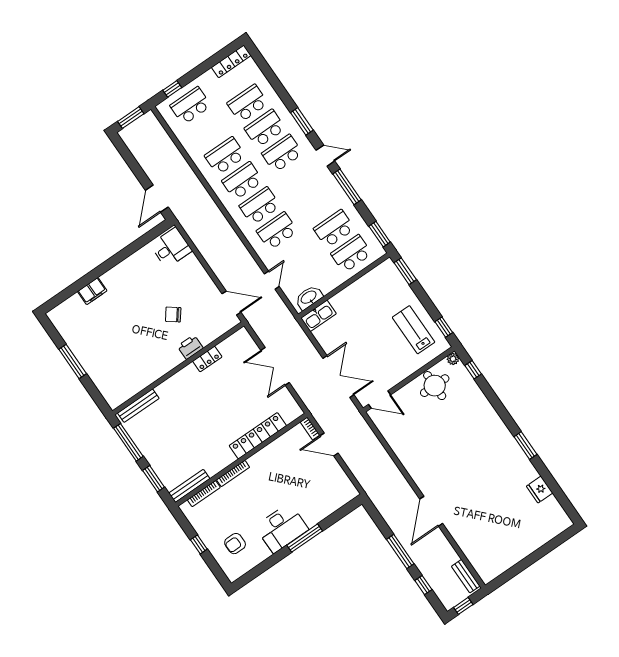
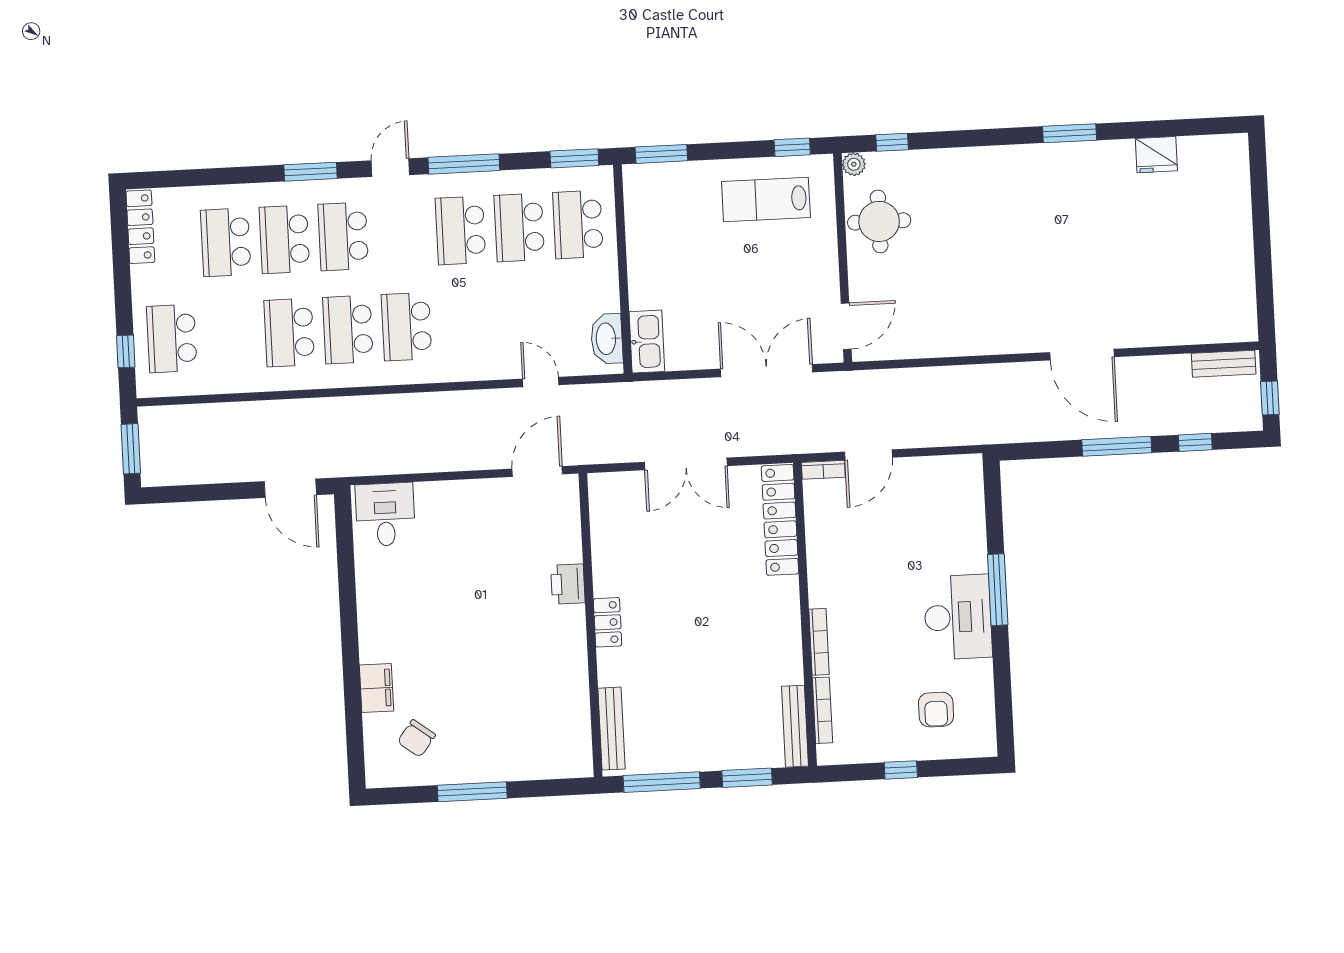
school desk: (277, 231) -> (461, 230), moved
chair: (173, 314) -> (416, 738), moved
locker: (207, 359) -> (608, 622), moved
locker: (258, 436) -> (780, 520), moved

